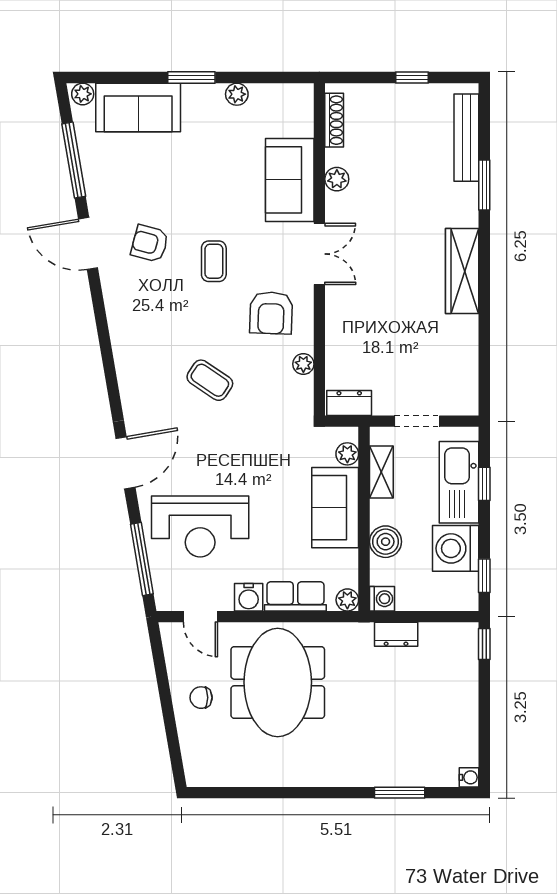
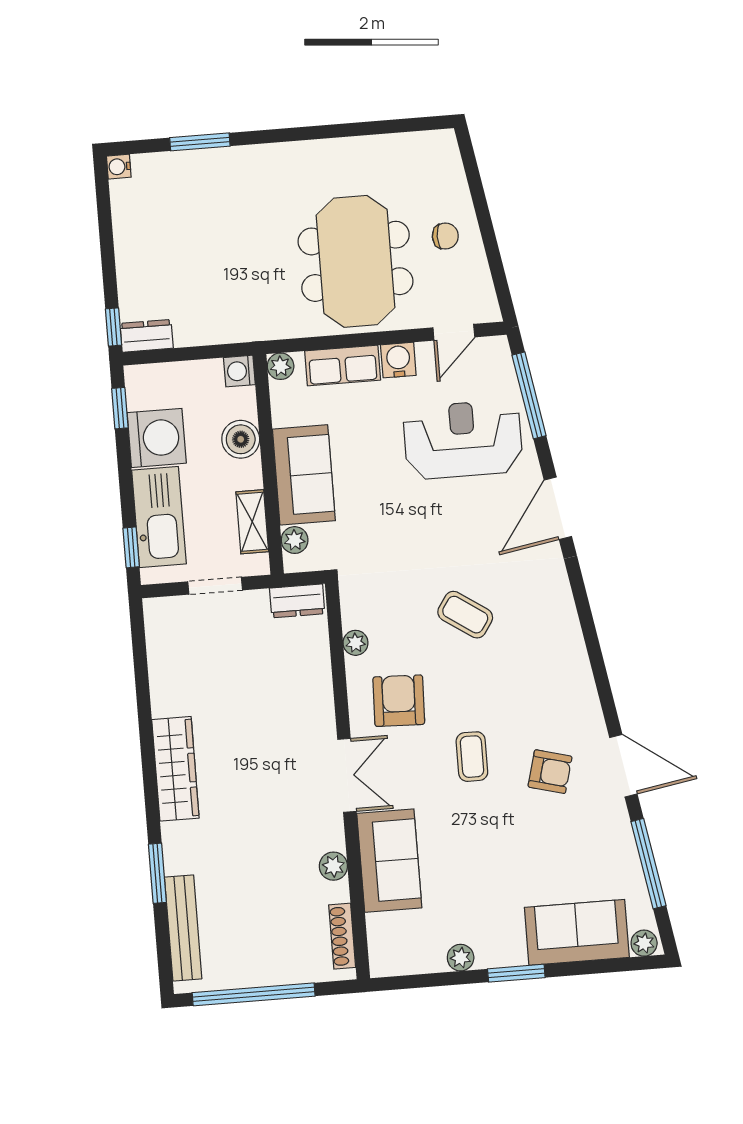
window: (412, 77) -> (254, 994), width x3.17
double door: (319, 254) -> (347, 775), swing flipped
window: (484, 484) -> (131, 547), moved
door: (200, 617) -> (454, 332), swing flipped
dresser: (396, 634) -> (147, 336), moved

